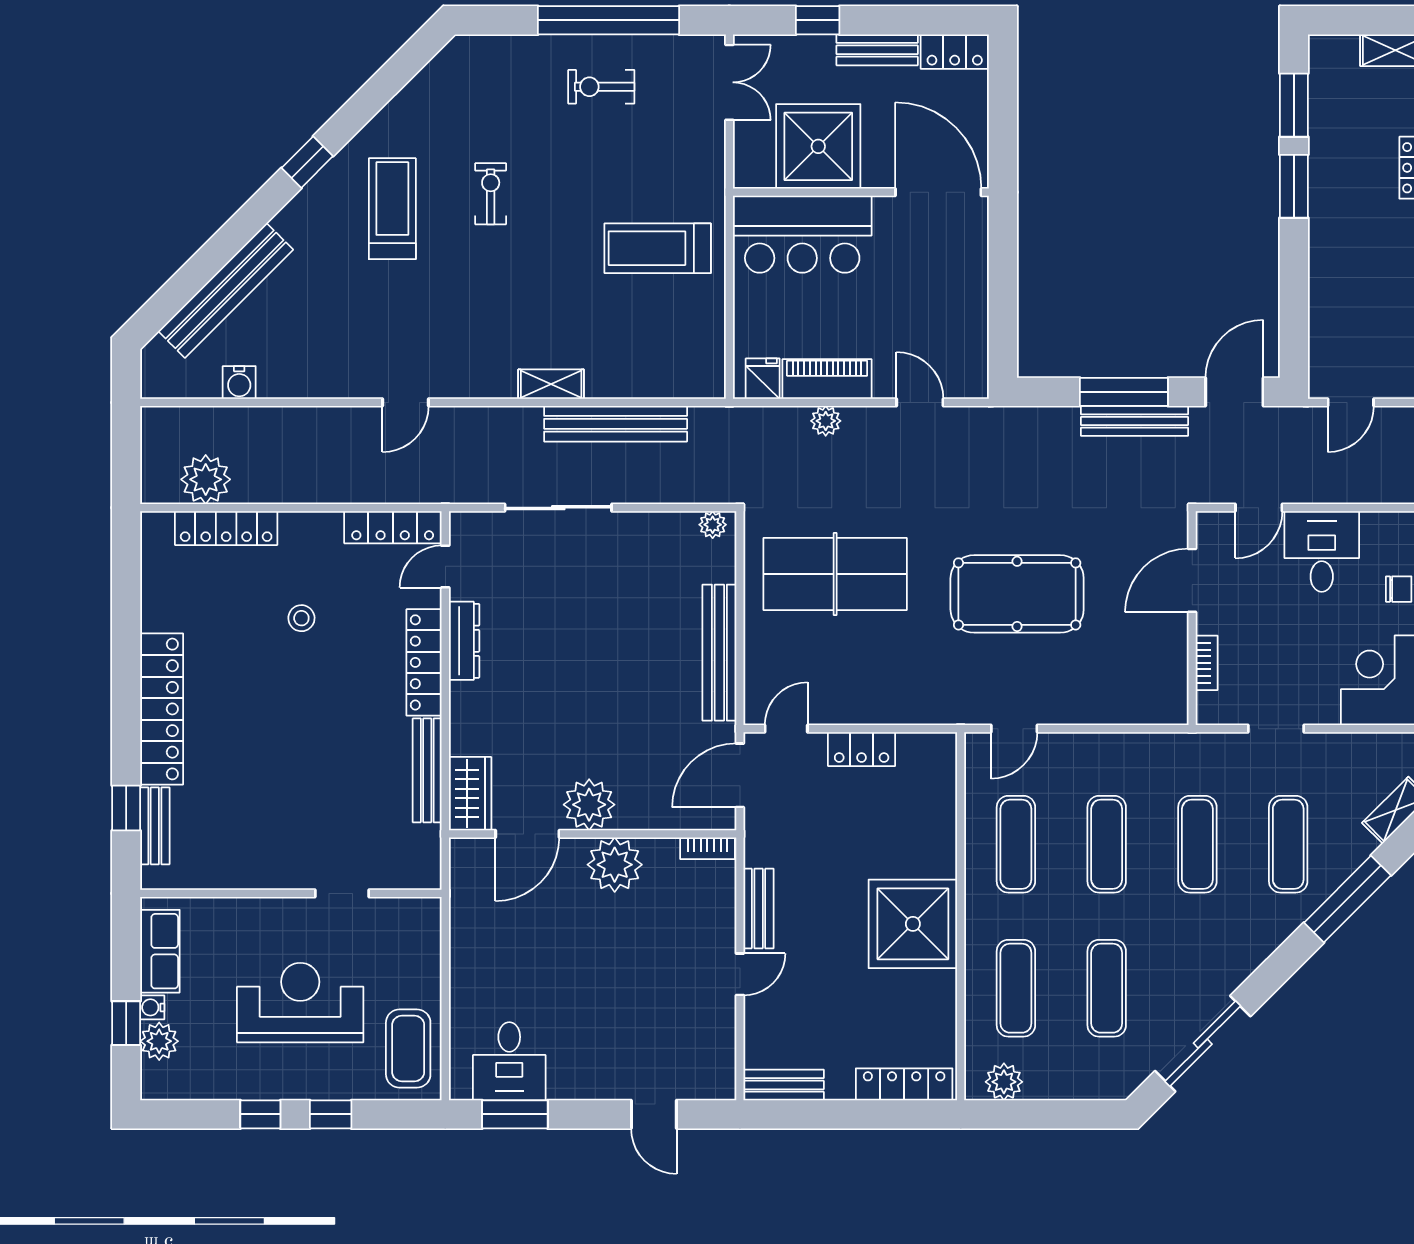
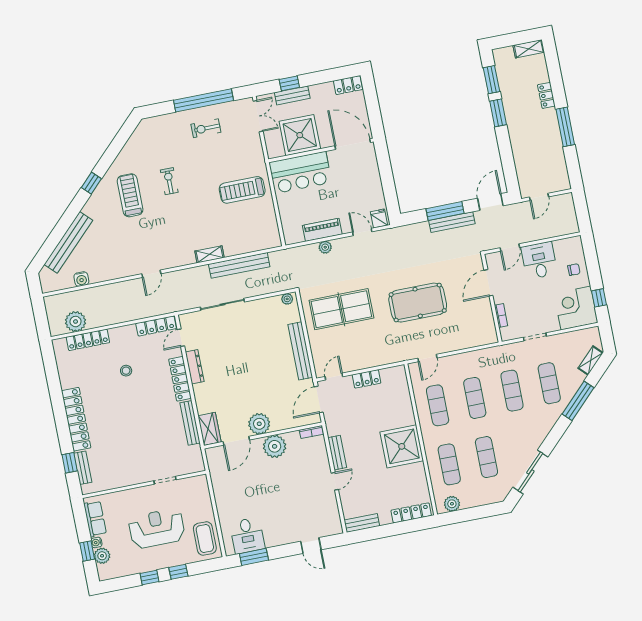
bench: (877, 50) -> (292, 95), moved
fridge: (763, 379) -> (379, 218), moved

